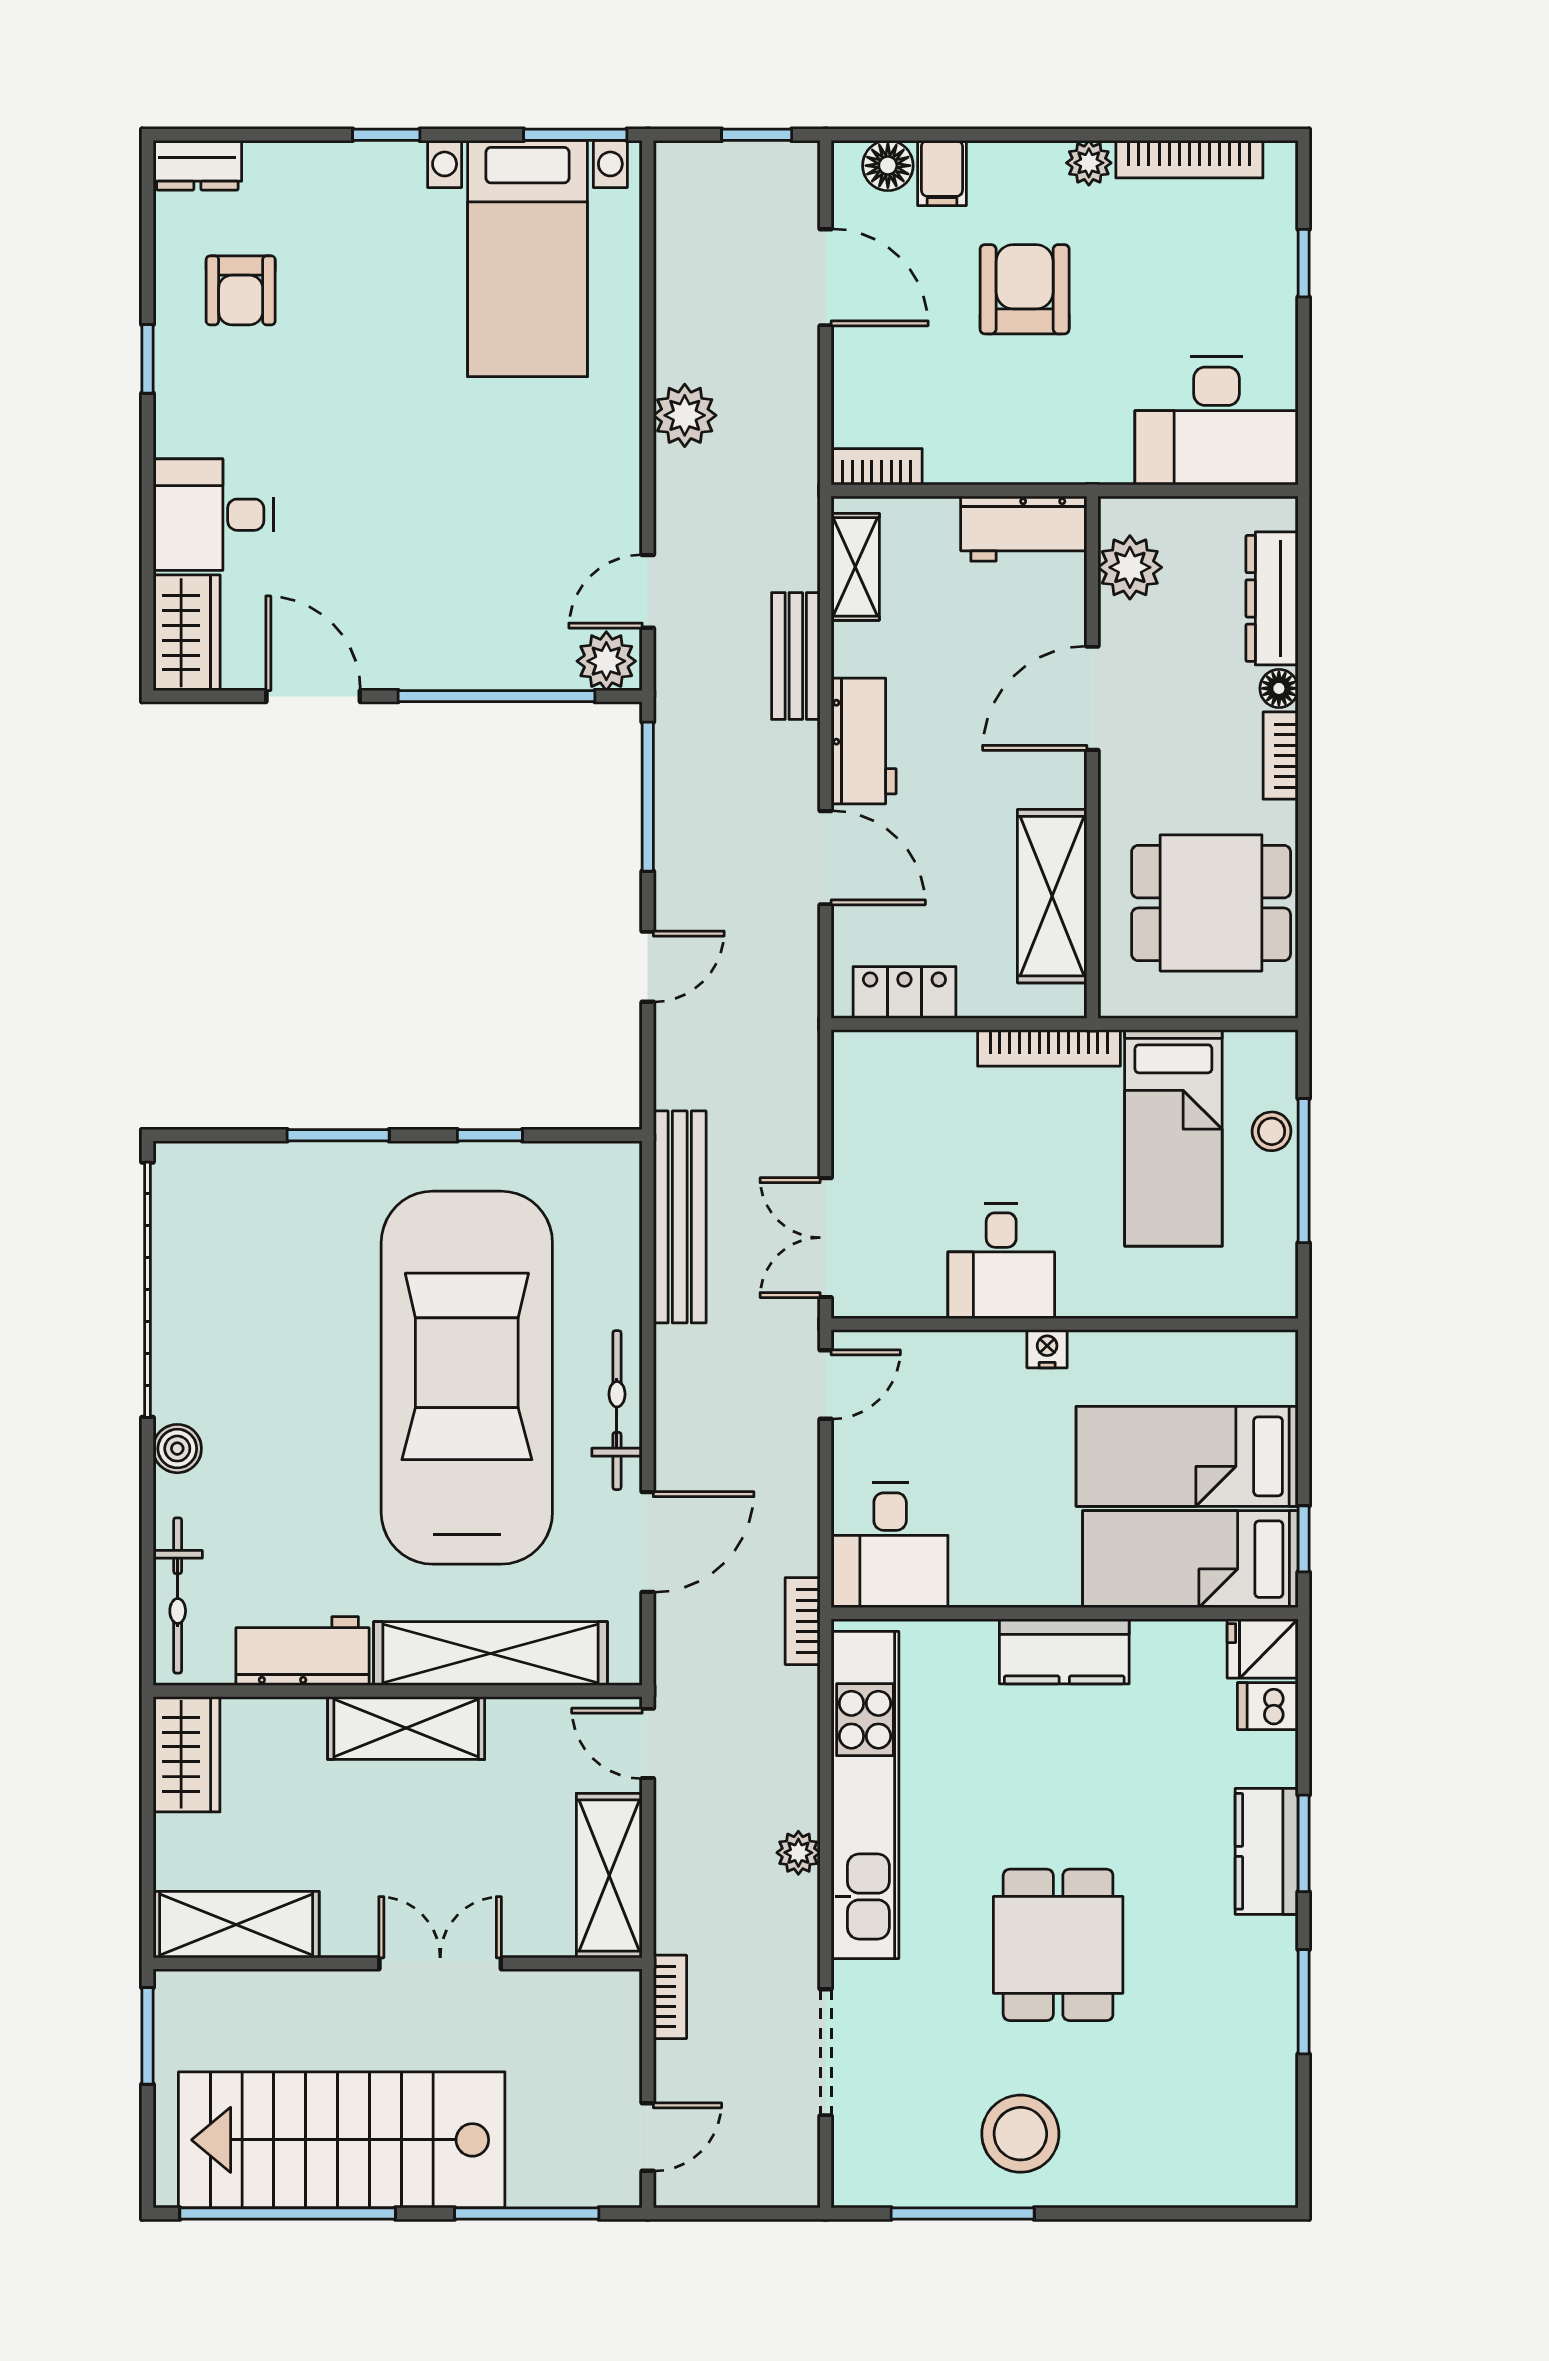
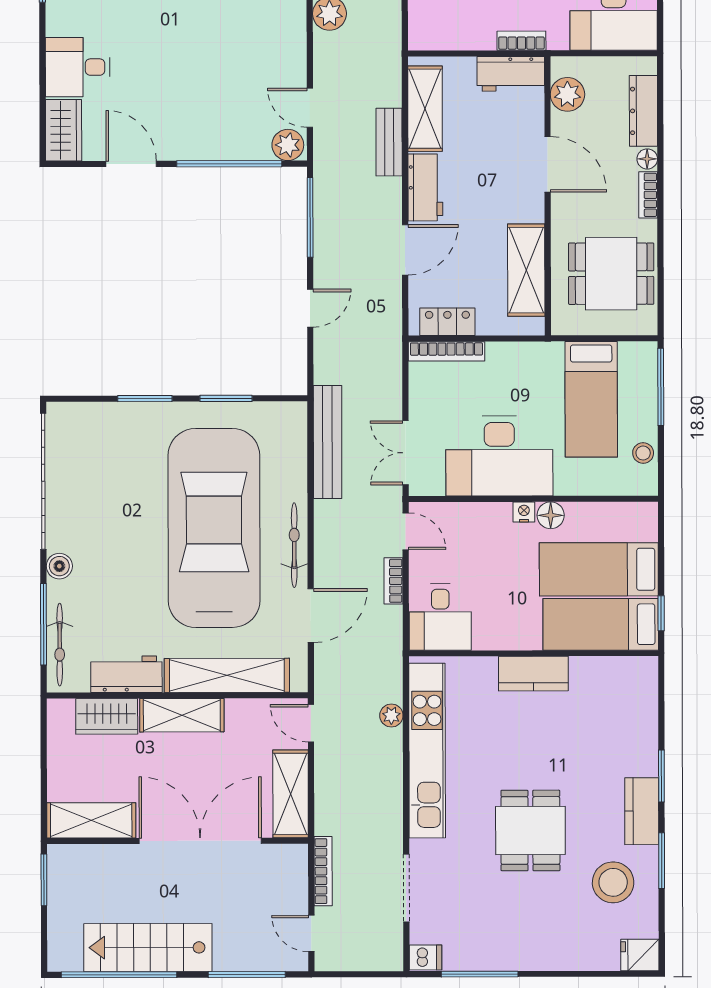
bookcase: (877, 467) -> (521, 41), moved
shelving: (855, 567) -> (425, 109), width x1.50, depth x1.33
door: (648, 591) -> (310, 108), hinge flipped
door: (1092, 698) -> (548, 164), swing flipped
door: (826, 858) -> (405, 250), hinge flipped
bookcase: (1049, 1048) -> (446, 351), moved
stool: (1272, 1131) -> (643, 453), moved
window: (490, 1135) -> (226, 398), width x1.50
window: (1304, 1171) -> (661, 387), moved
desk: (1001, 1261) -> (499, 456), width x1.87, depth x1.30
floor lamp: (1097, 1355) -> (551, 515), added
door: (826, 1385) -> (406, 531), hinge flipped
window: (147, 1557) -> (44, 624), added
bookcase: (803, 1621) -> (393, 581), moved
fridge: (1263, 1648) -> (640, 955), moved
dishwasher: (1268, 1706) -> (426, 957), moved, turned 180
wardrobe: (187, 1754) -> (107, 716), moved, turned 90
kitchen counter: (1267, 1851) -> (642, 811), moved
plant: (798, 1853) -> (391, 716), moved
double door: (440, 1963) -> (200, 841), width x1.87
bookcase: (670, 1997) -> (323, 871), width x1.56
stool: (1020, 2134) -> (613, 882), moved
door: (648, 2137) -> (311, 933), swing flipped
stairs: (342, 2140) -> (148, 948), width x0.73, depth x0.66

